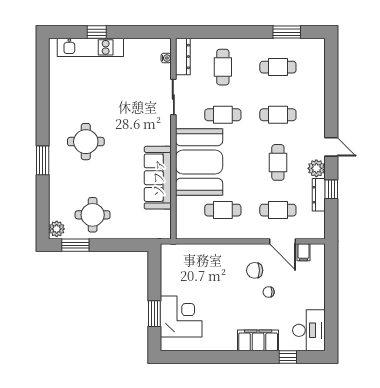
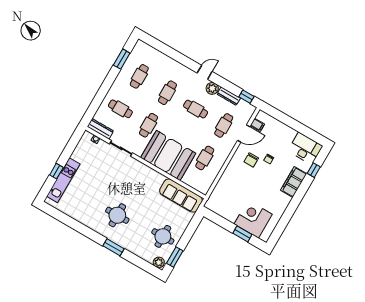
sofa: (158, 178) -> (181, 196), moved
window: (331, 189) -> (246, 97), moved

